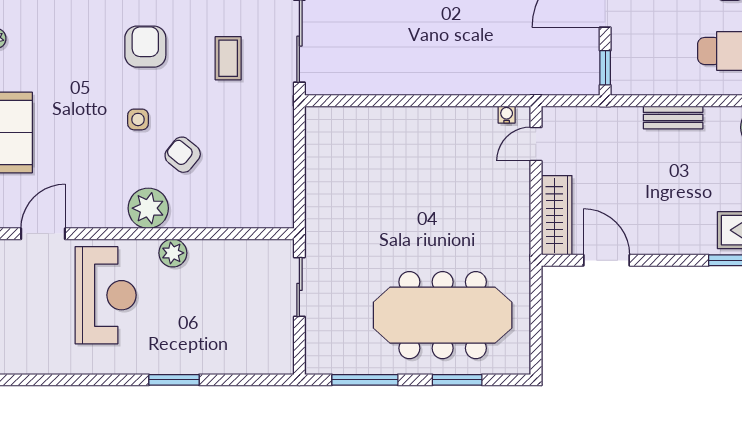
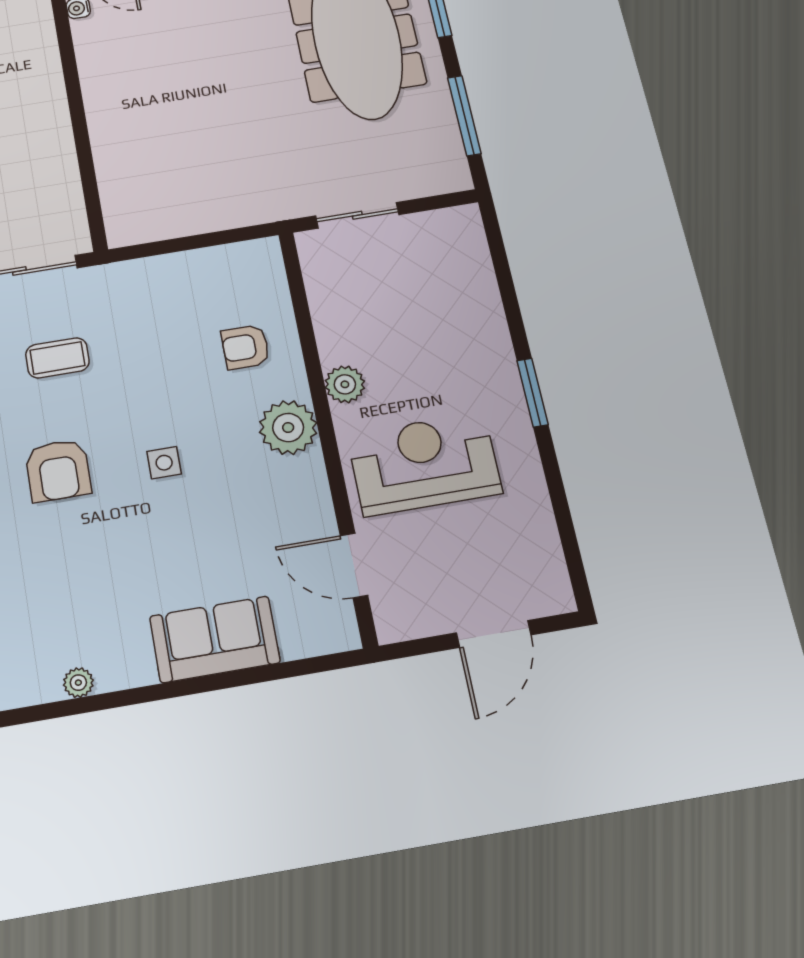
armchair: (145, 47) -> (58, 470), turned -90
armchair: (183, 155) -> (245, 347), moved, turned 51
window: (174, 380) -> (533, 393), moved

